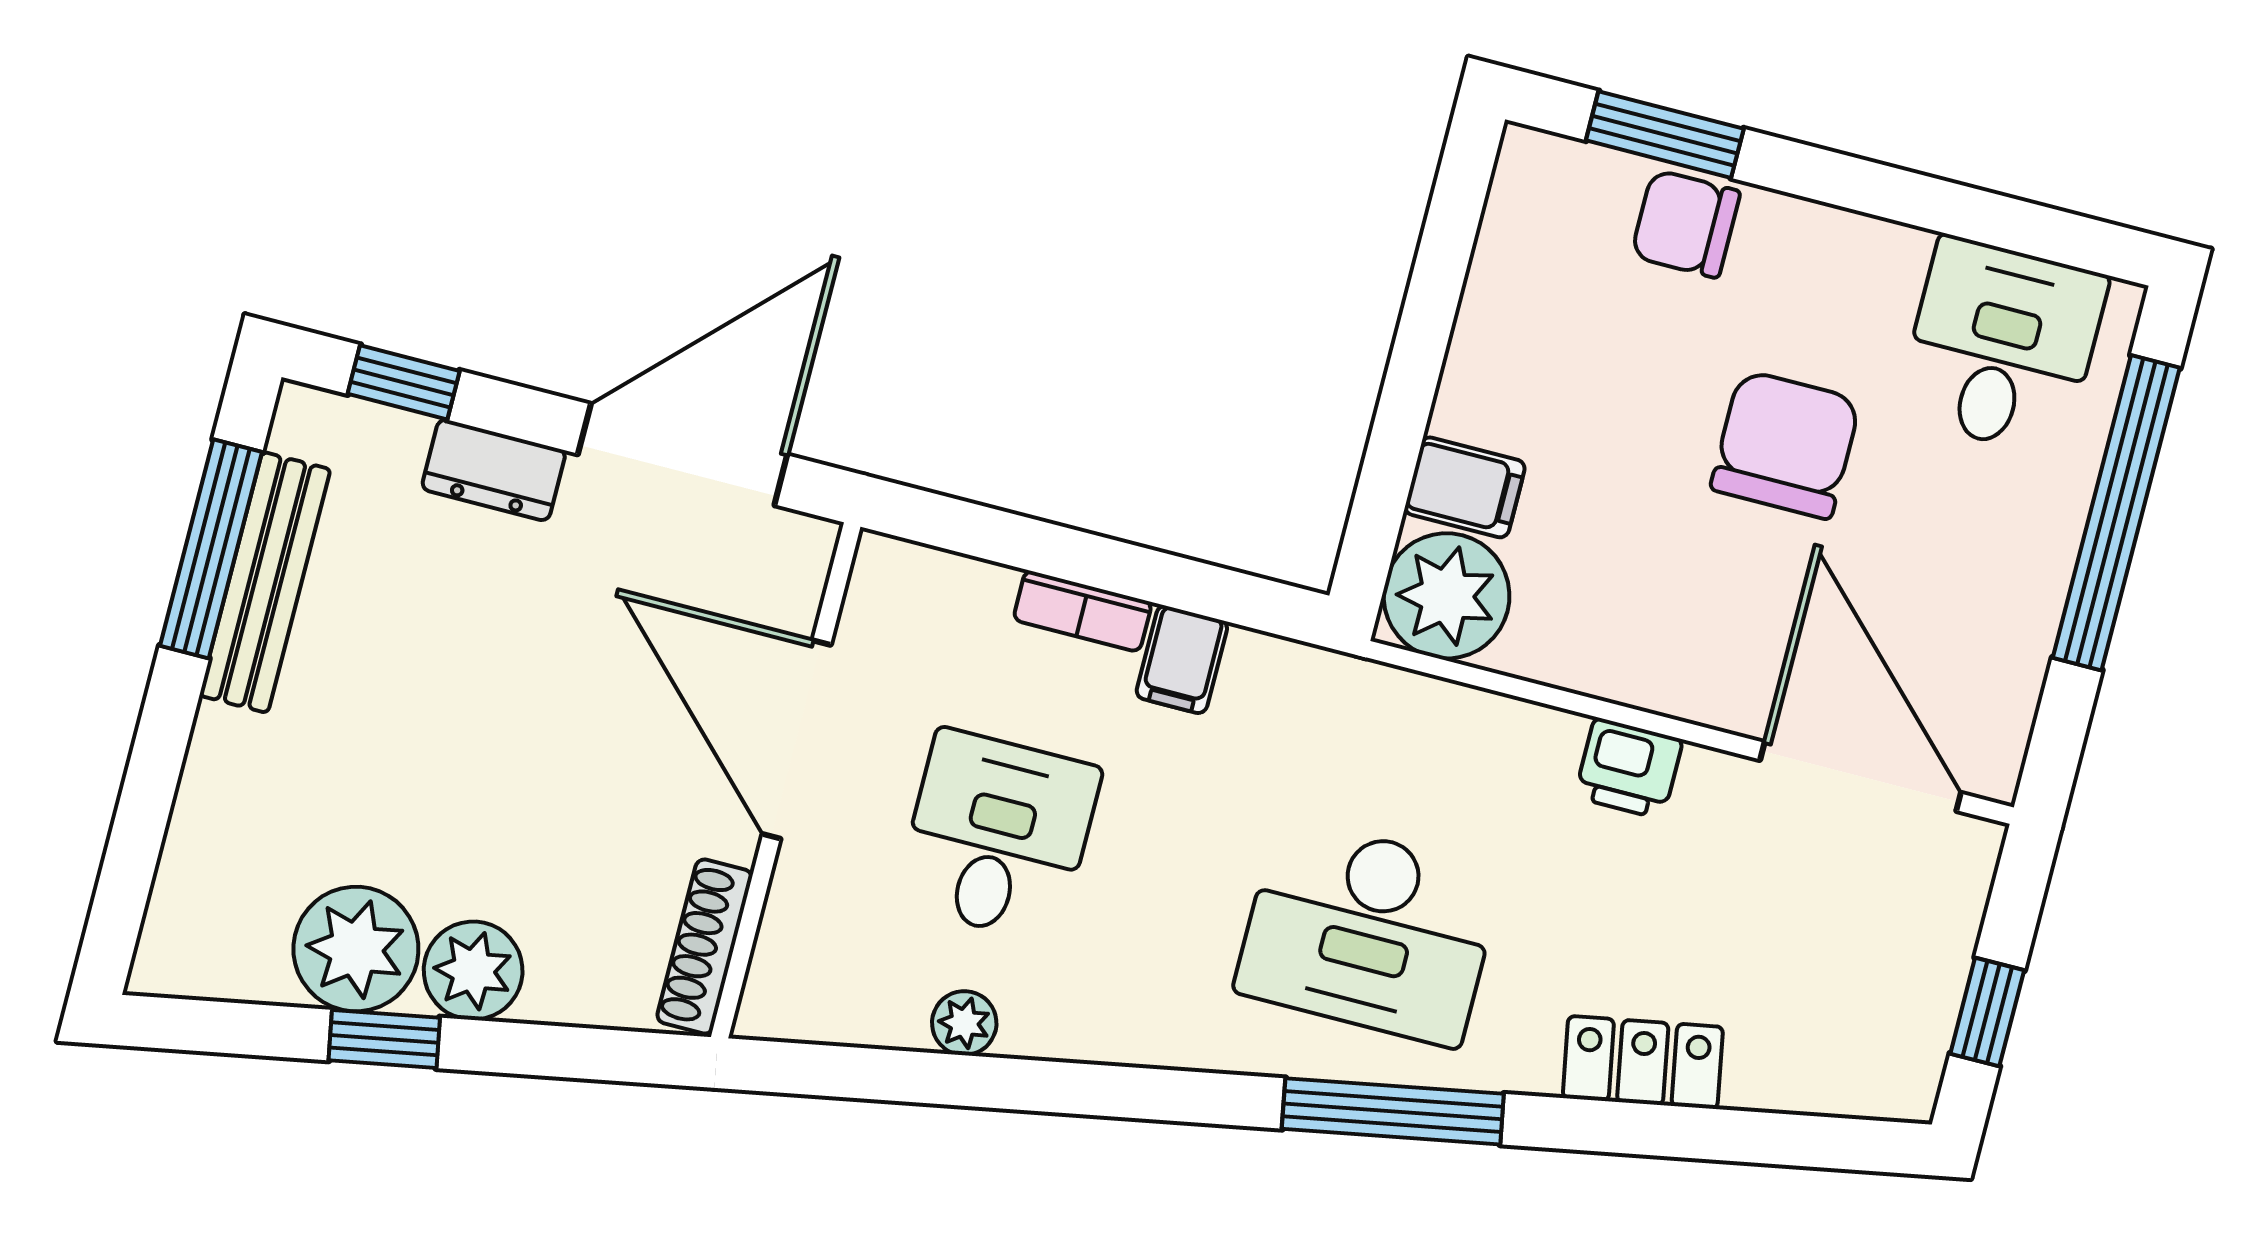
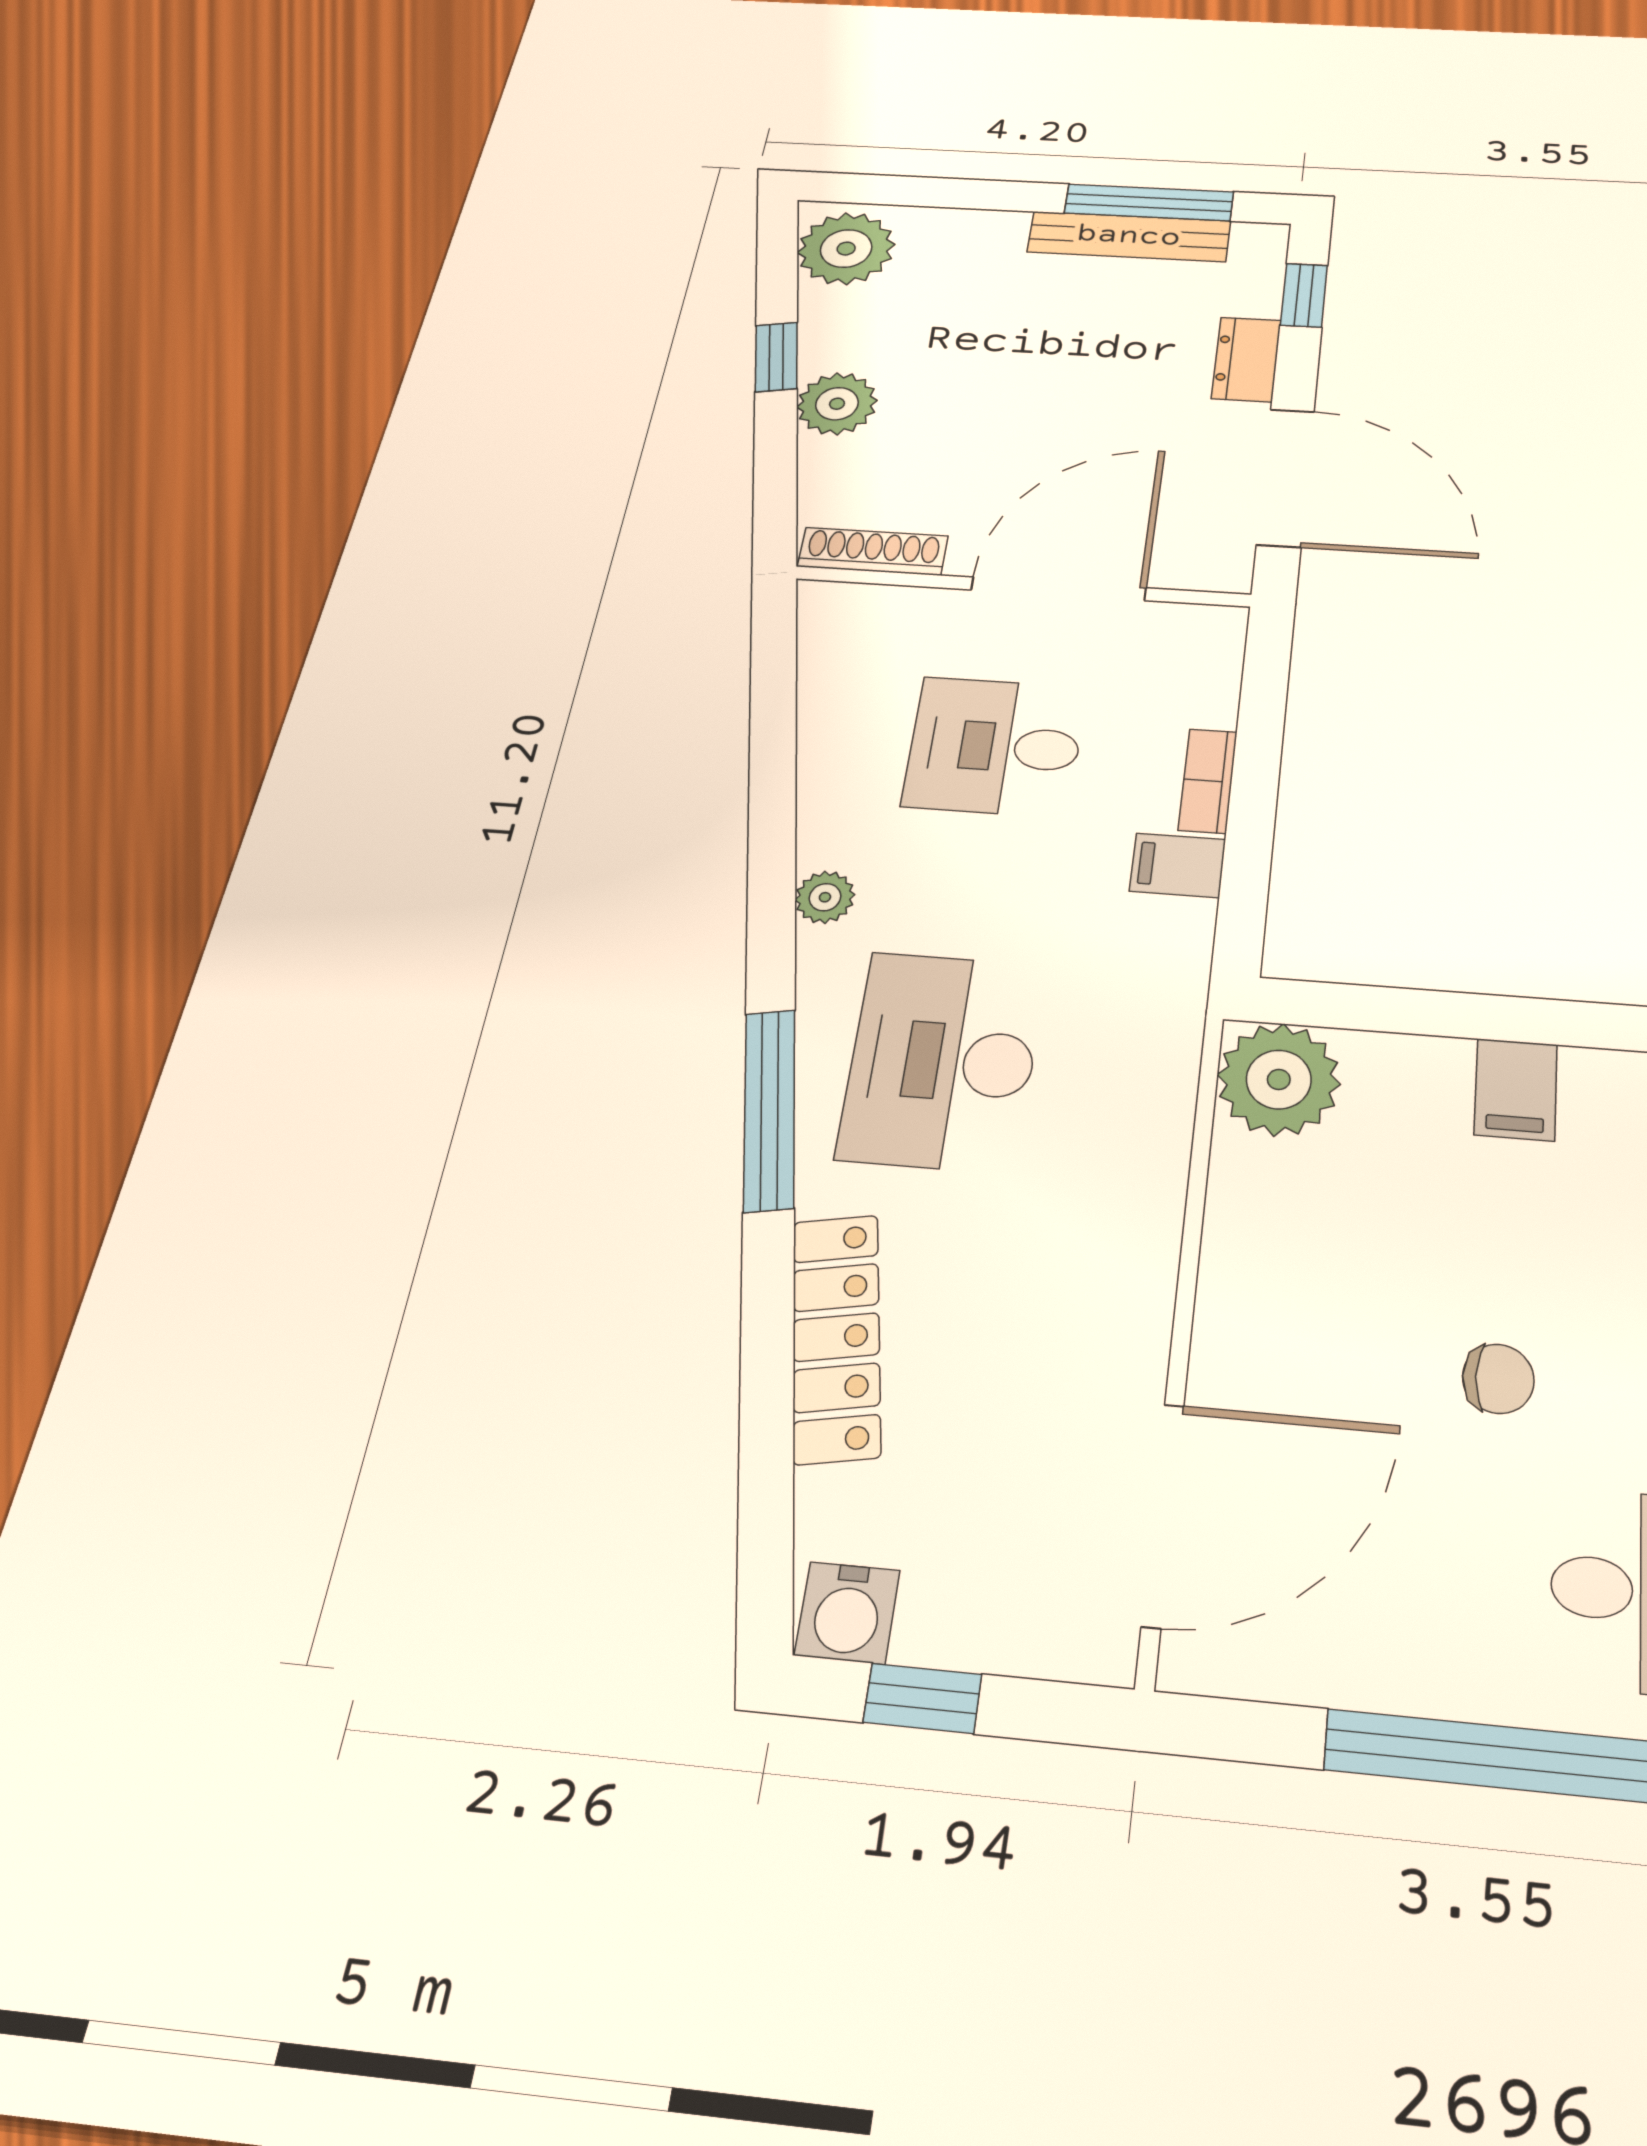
chair: (1786, 445) -> (1498, 1379), width x0.54, depth x0.54
filing cabinet: (1465, 487) -> (1516, 1089), moved
printer: (1629, 768) -> (1136, 1276), removed
desk: (998, 836) -> (995, 746), turned 180
plant: (356, 949) -> (846, 249), moved
plant: (964, 1023) -> (825, 897), moved
locker: (1643, 1062) -> (836, 1337), width x1.53
water cooler: (1902, 1073) -> (847, 1613), added

